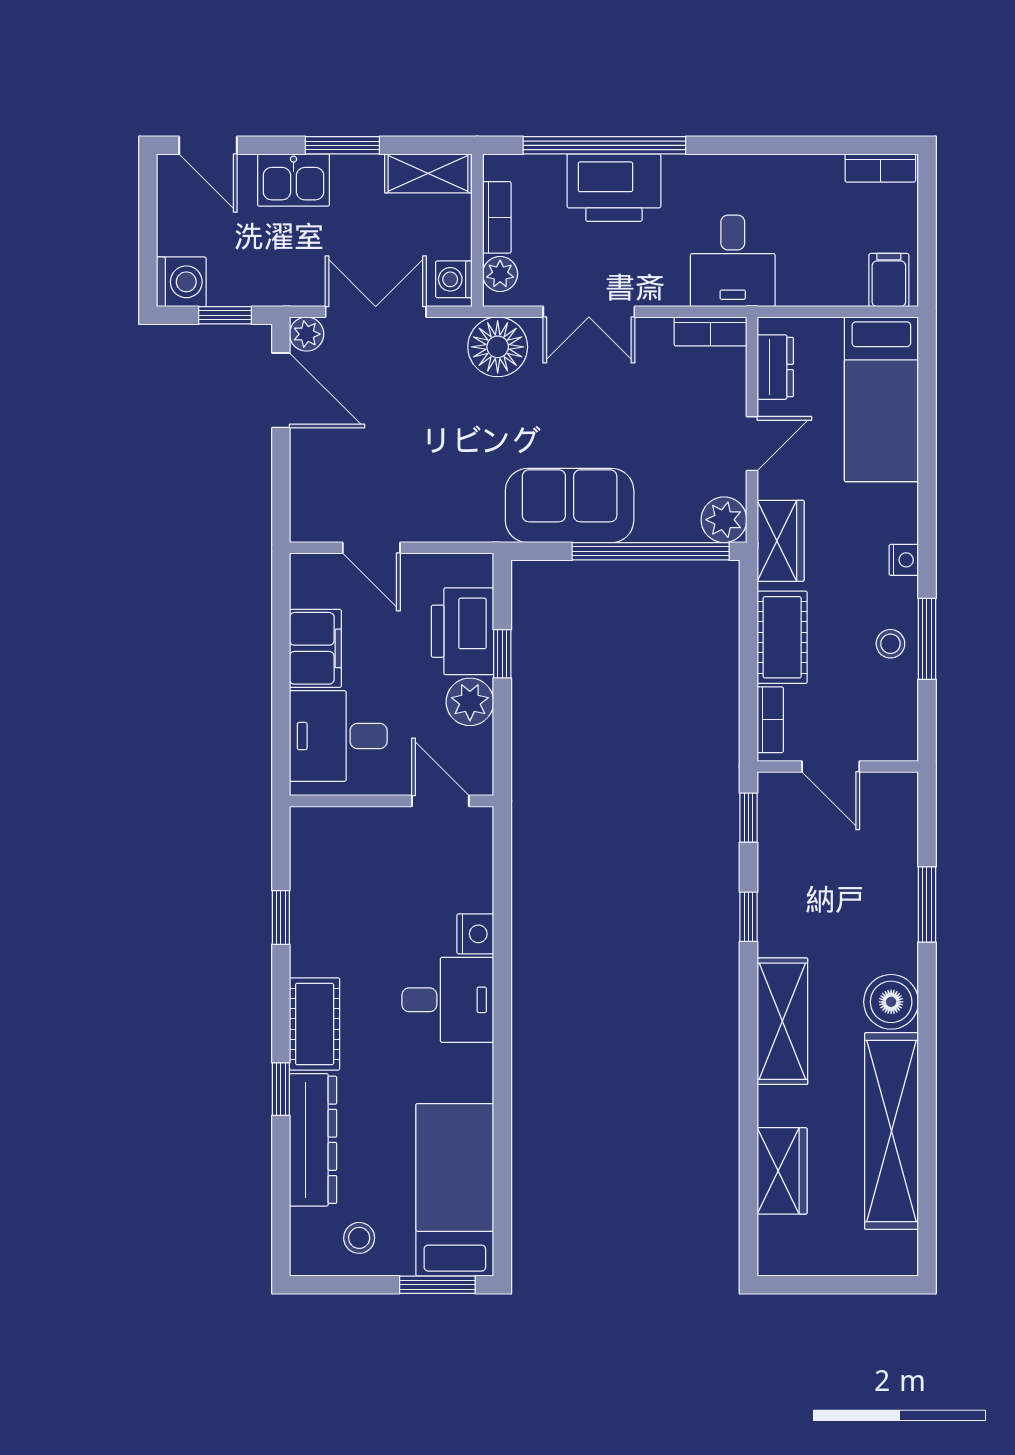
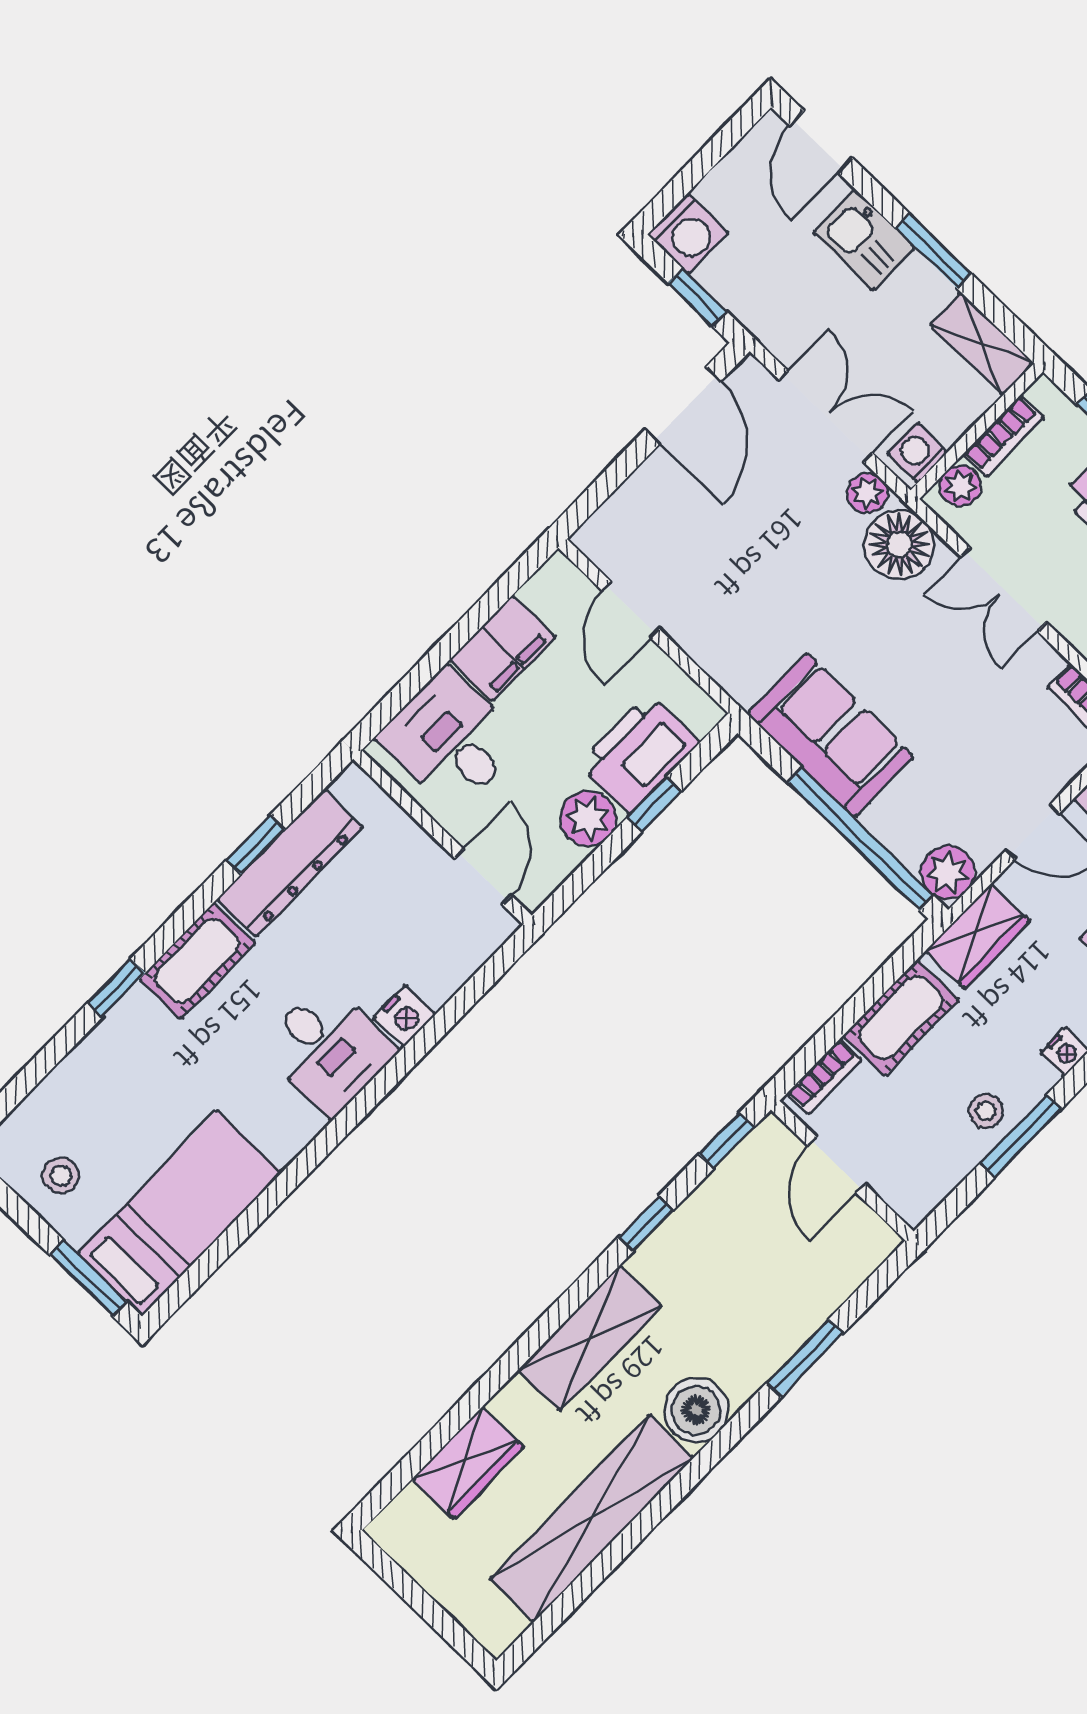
plant: (307, 334) -> (867, 493), moved
dresser: (313, 1140) -> (290, 863), moved

